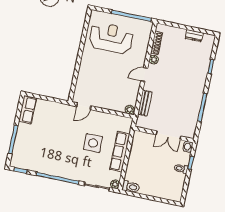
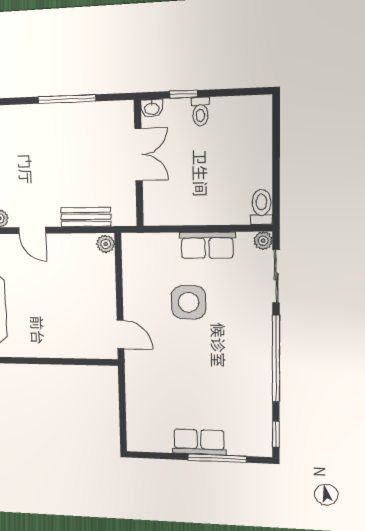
row of seats: (28, 110) -> (199, 442), moved
row of seats: (120, 152) -> (207, 245), width x0.68

